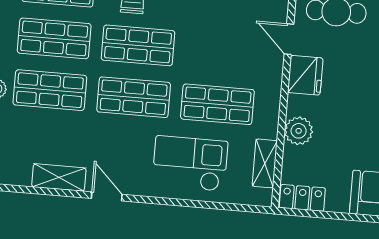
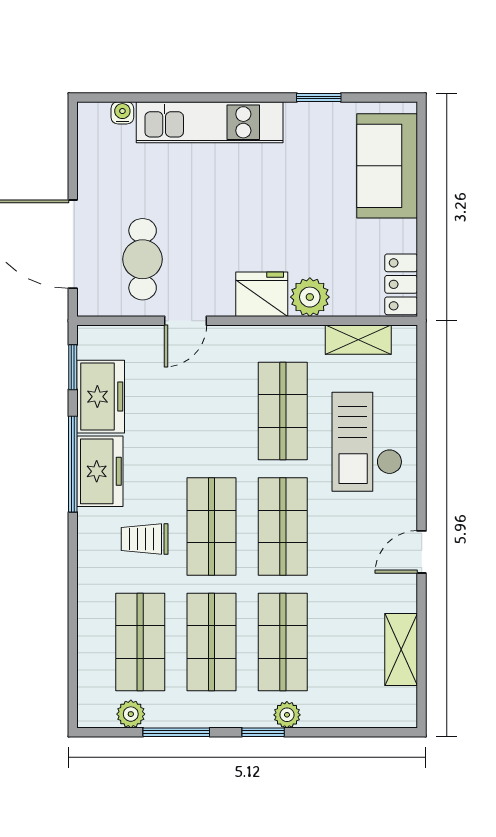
fridge: (305, 75) -> (262, 294), moved
shelving: (59, 177) -> (401, 649), moved

